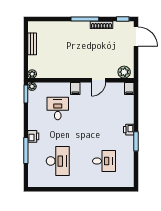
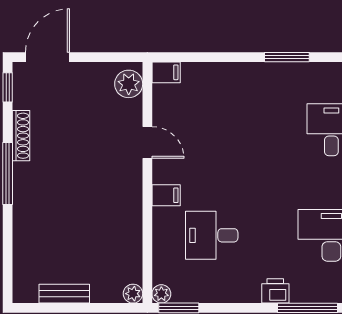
printer: (129, 130) -> (260, 73), removed

